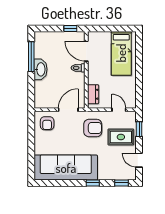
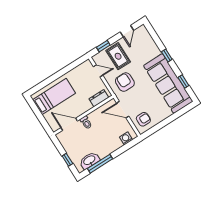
window: (70, 28) -> (67, 160), moved
door: (86, 51) -> (69, 124), swing flipped
washbasin: (41, 69) -> (89, 160), moved
washing machine: (40, 96) -> (126, 138), added
door: (119, 110) -> (98, 71), swing flipped
window: (122, 183) -> (183, 82), moved

